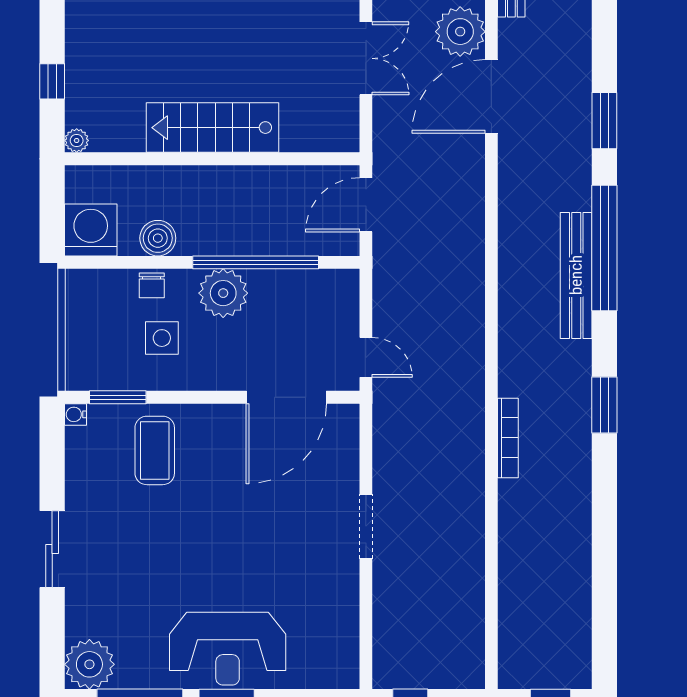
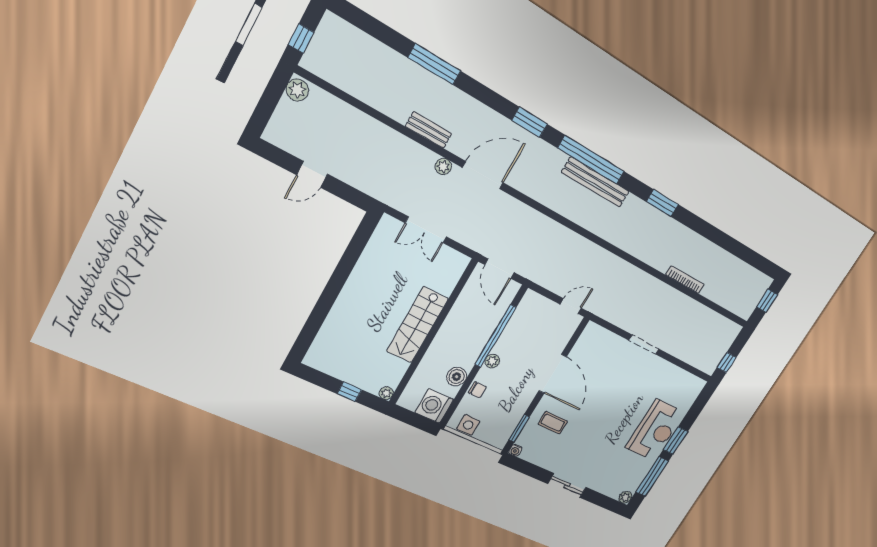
plant: (460, 32) -> (443, 167), width x0.53, depth x0.53
double door: (366, 58) -> (426, 230), swing flipped
door: (491, 96) -> (483, 175), swing flipped
plant: (223, 293) -> (492, 361), width x0.53, depth x0.53
side table: (162, 338) -> (468, 425), moved
door: (286, 397) -> (553, 374), moved
bookcase: (508, 438) -> (685, 280), moved
coffee table: (155, 450) -> (553, 423), width x0.73, depth x0.77
plant: (89, 664) -> (625, 497), width x0.53, depth x0.53

